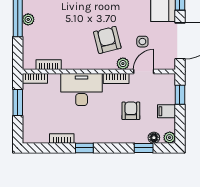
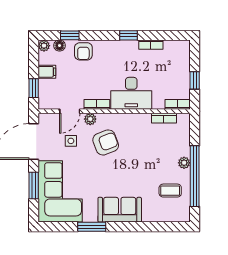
armchair: (107, 40) -> (106, 142), turned -97
window: (18, 103) -> (195, 80), width x0.67
armchair: (131, 111) -> (83, 51), moved

